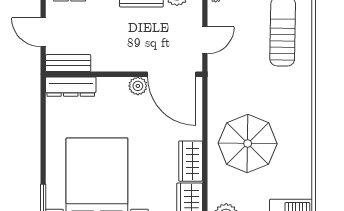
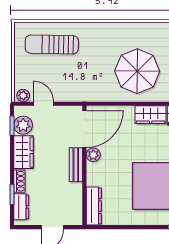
door: (205, 40) -> (43, 104), moved
bench: (68, 63) -> (76, 165), moved

